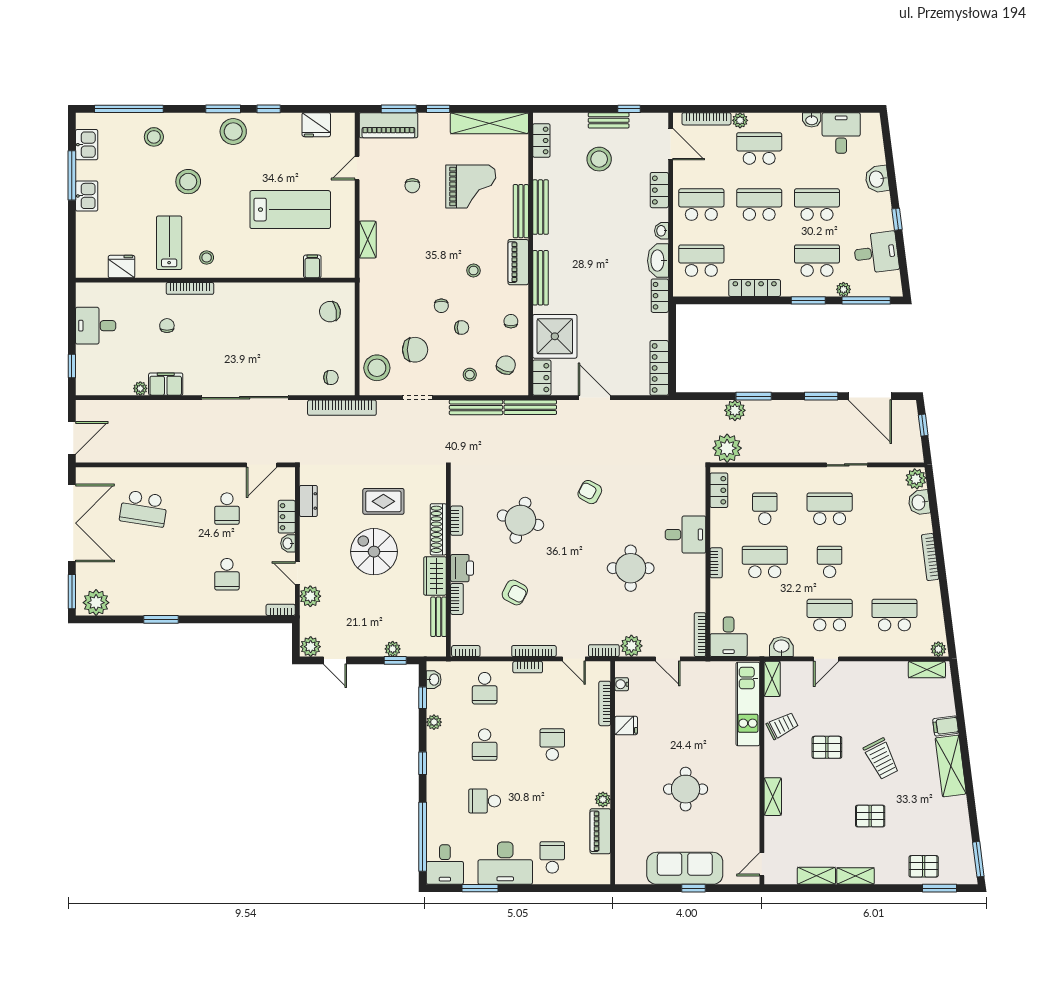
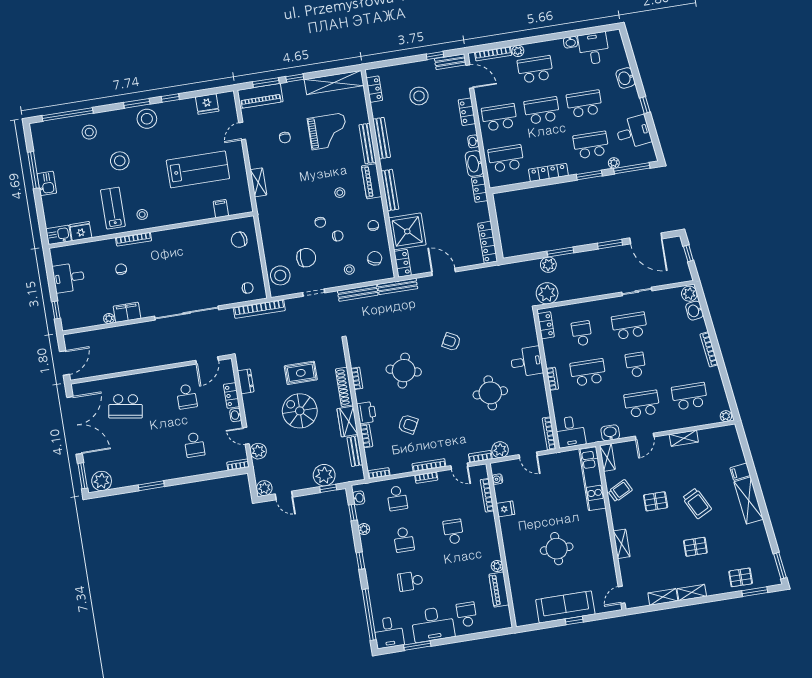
bench: (609, 120) -> (450, 62), moved
kitchen sink: (87, 145) -> (59, 235), moved, turned -90
plant: (393, 649) -> (324, 475), width x1.87, depth x1.87
shelving: (927, 670) -> (684, 438), moved

